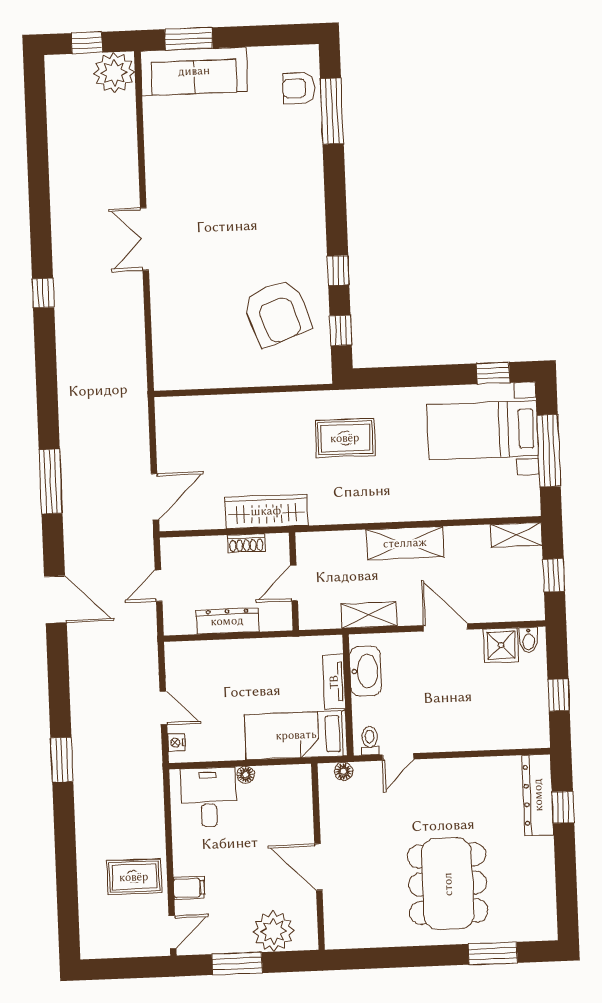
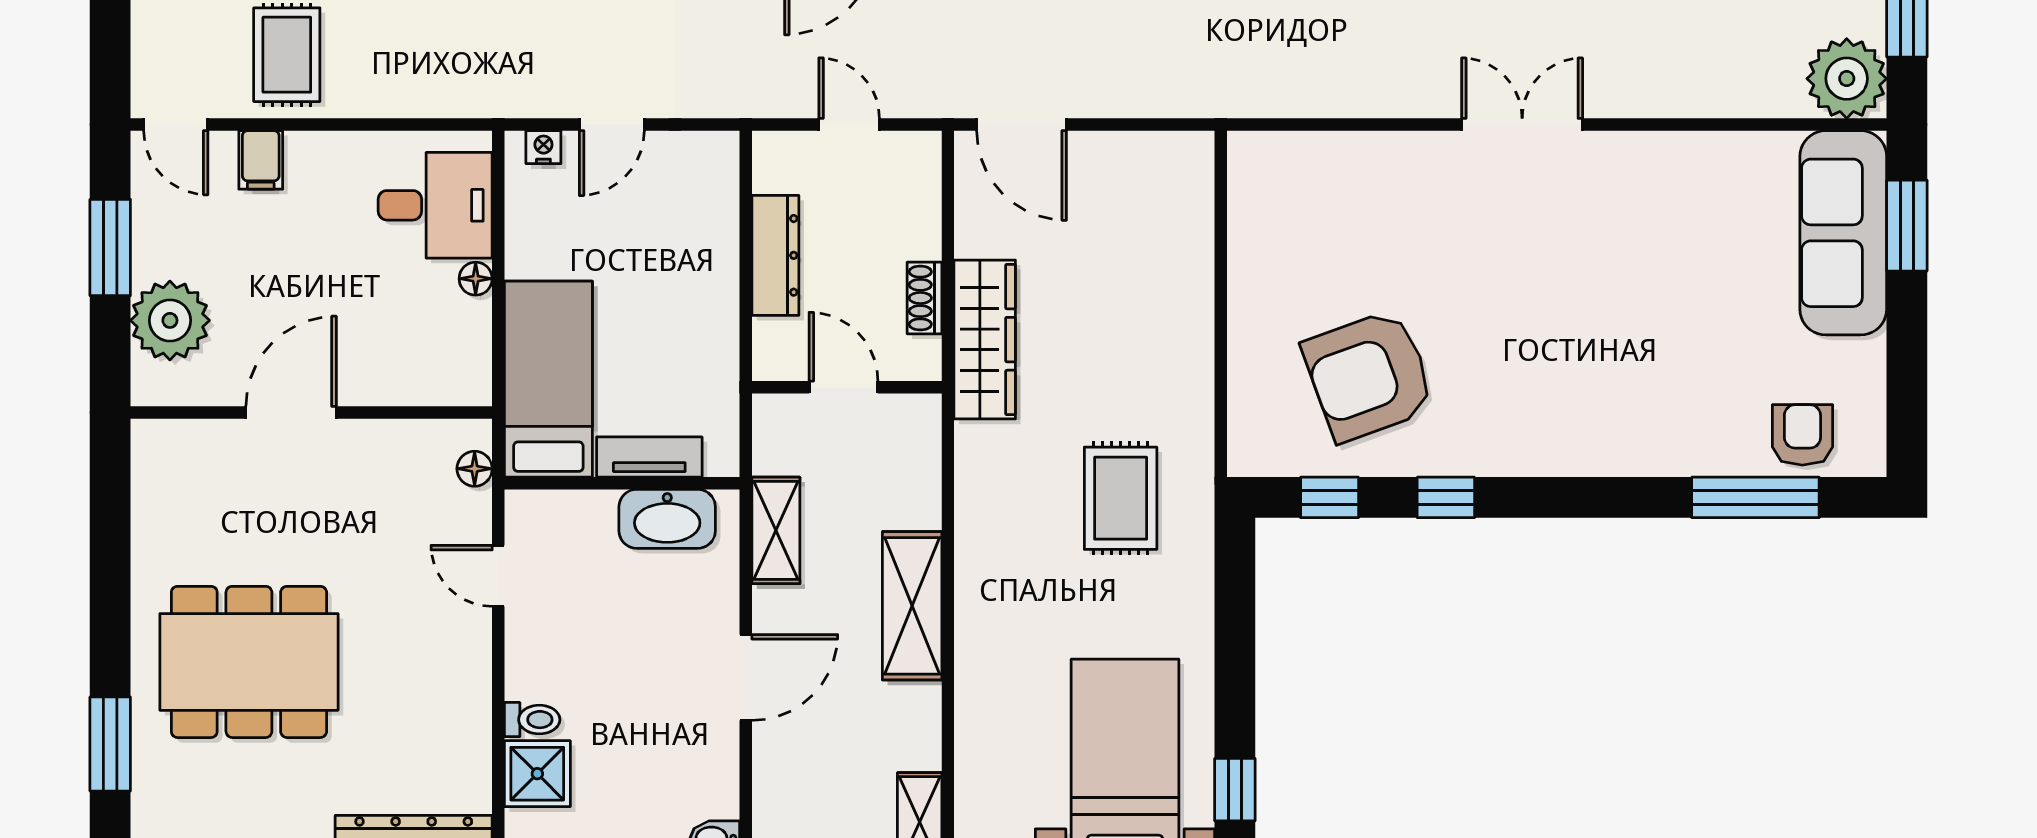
shower: (501, 645) -> (537, 774), moved
toilet: (370, 741) -> (532, 720), moved

